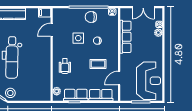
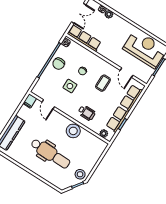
row of seats: (125, 37) -> (84, 38), moved
stool: (43, 65) -> (73, 131), added

